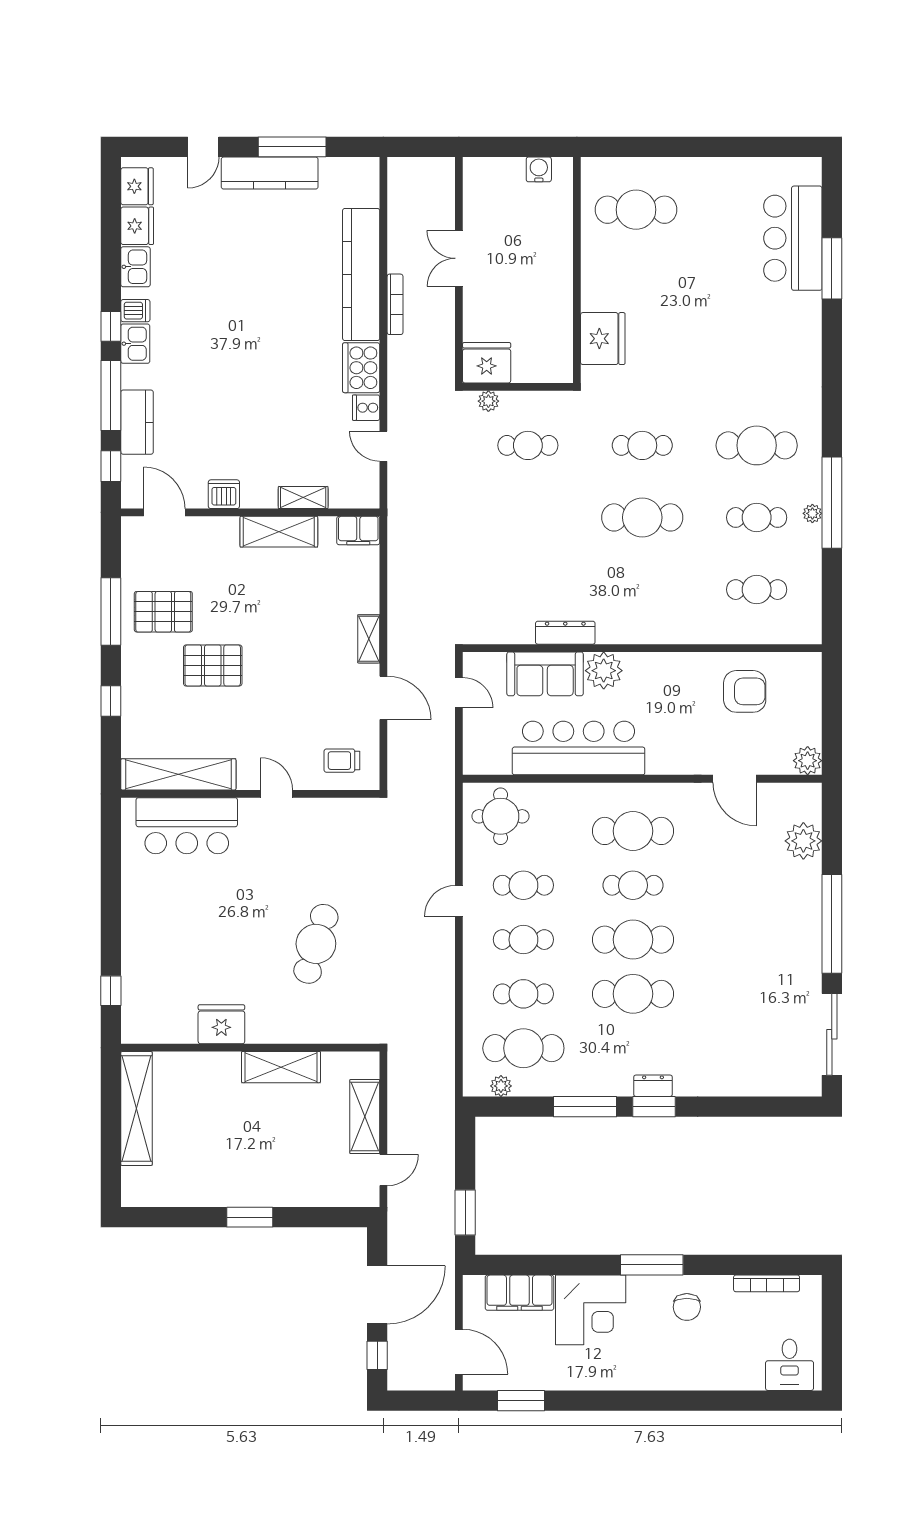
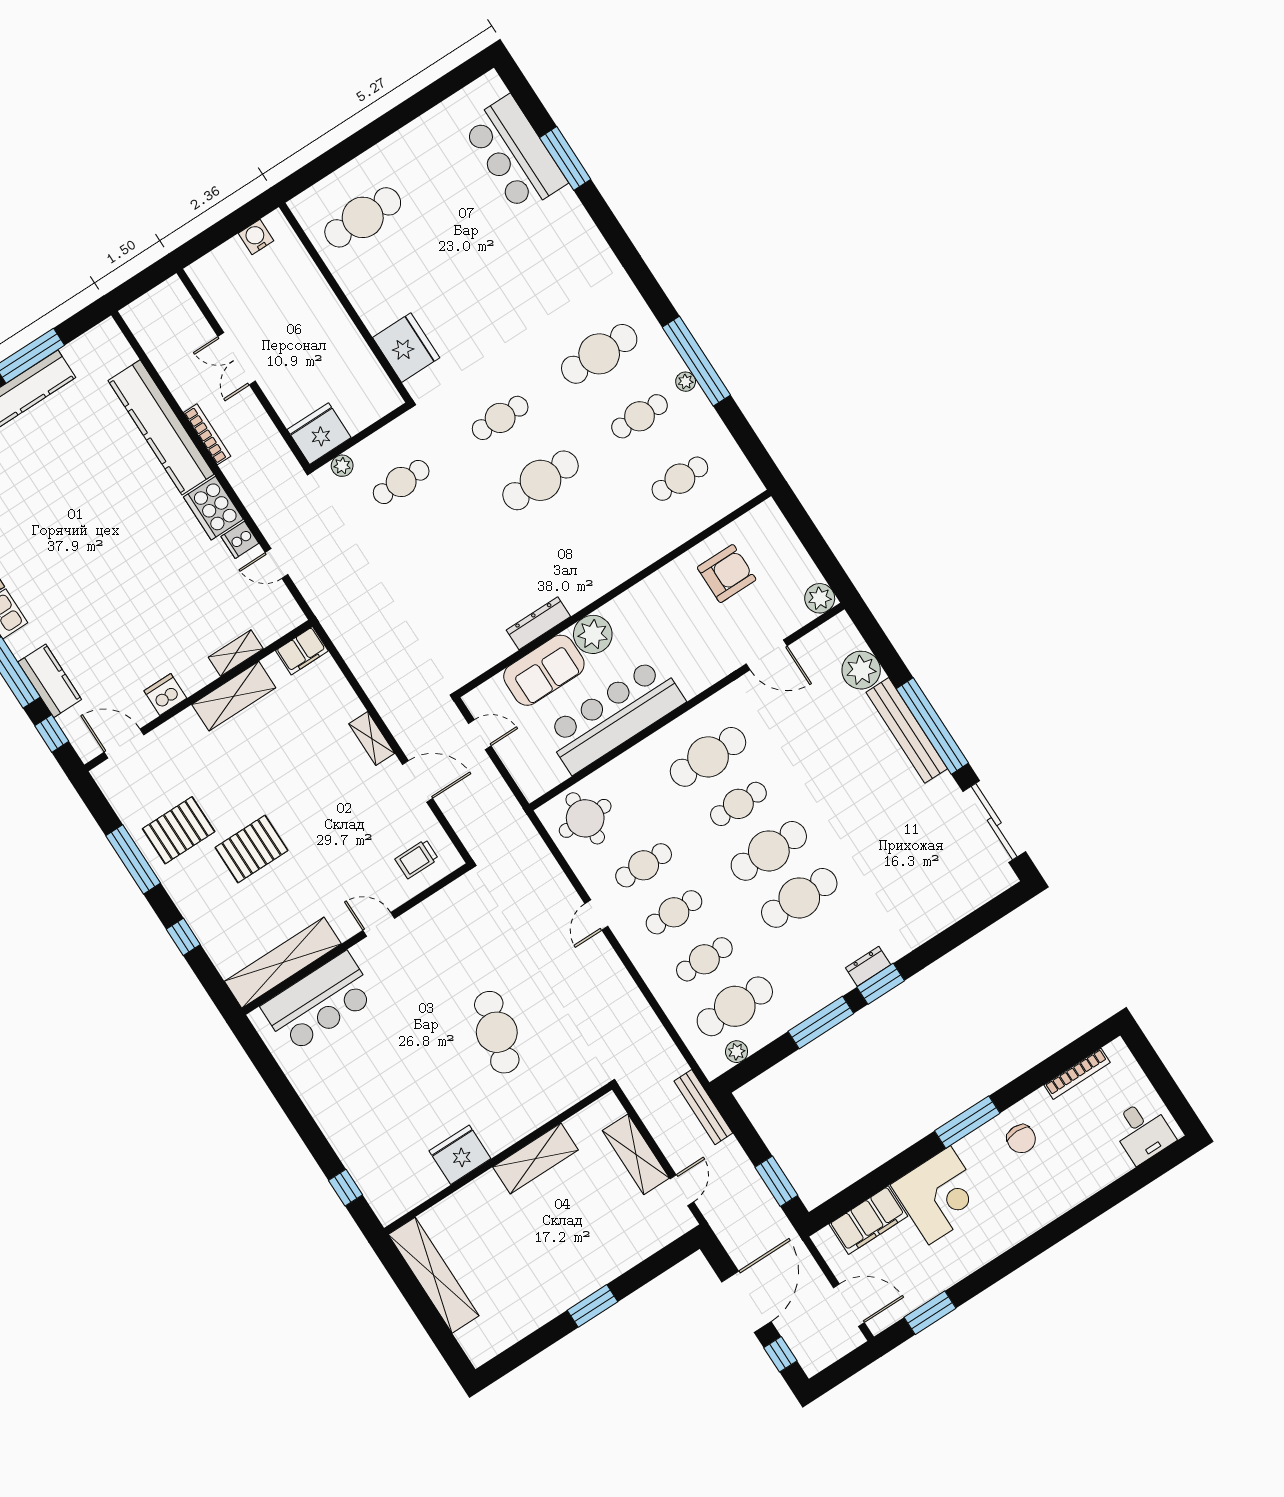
bench: (809, 914) -> (907, 730), added
bench: (445, 1114) -> (703, 1107), added

